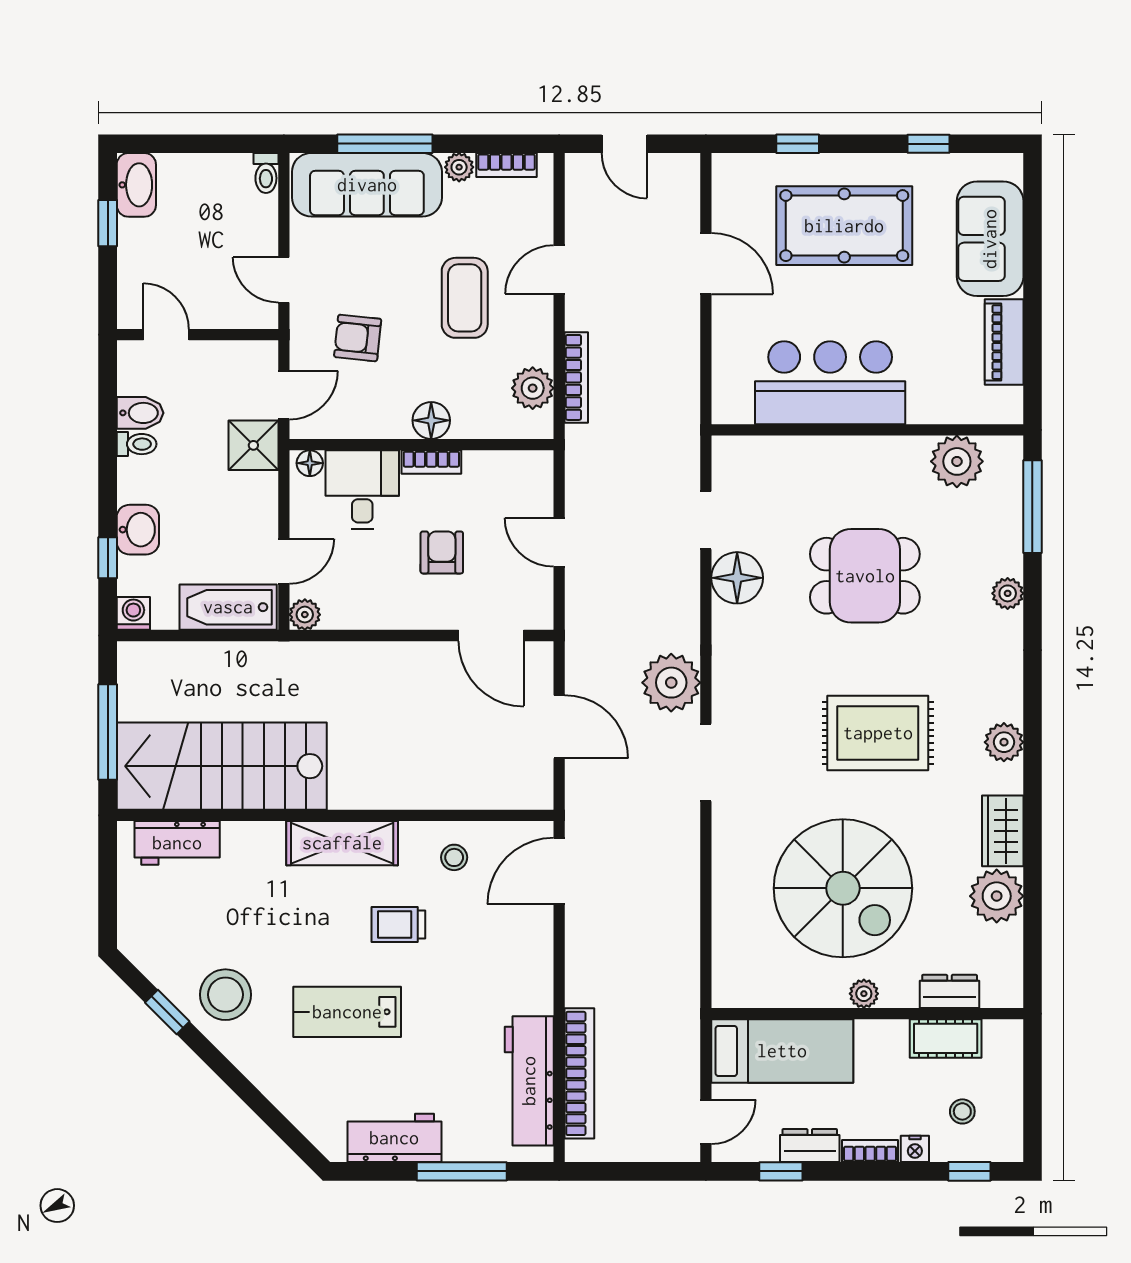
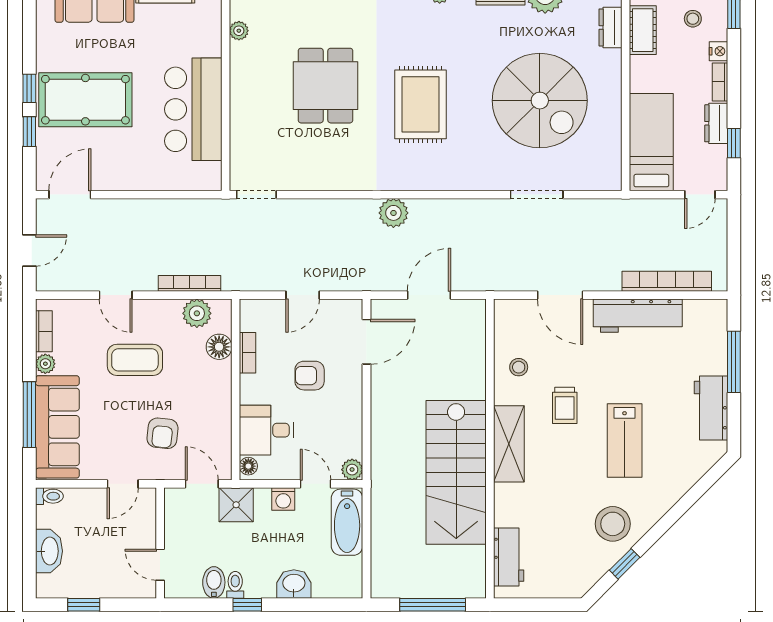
window: (928, 144) -> (29, 88), moved
washbasin: (136, 185) -> (49, 551), moved, turned 90
pool table: (844, 226) -> (85, 100), turned 90
door: (706, 263) -> (70, 195), moved
door: (166, 335) -> (160, 565), hinge flipped
floor lamp: (431, 420) -> (219, 347), moved
plant: (957, 461) -> (239, 31), width x0.53, depth x0.53
bookcase: (431, 462) -> (248, 353), moved
doorway: (706, 520) -> (256, 195), moved
window: (108, 558) -> (247, 605), moved
floor lamp: (737, 578) -> (327, 173), removed
washing machine: (133, 613) -> (283, 499), moved, turned -90
plant: (671, 683) -> (393, 213), width x0.73, depth x0.73
rug: (878, 733) -> (420, 104), moved
doorway: (706, 762) -> (537, 195), moved
stairs: (222, 766) -> (456, 472), moved
door: (559, 871) -> (560, 295), moved
spiral stairs: (843, 888) -> (540, 101), turned 90
plant: (864, 994) -> (612, 86), removed
workbench: (529, 1081) -> (638, 316), moved
door: (706, 1122) -> (700, 195), swing flipped

